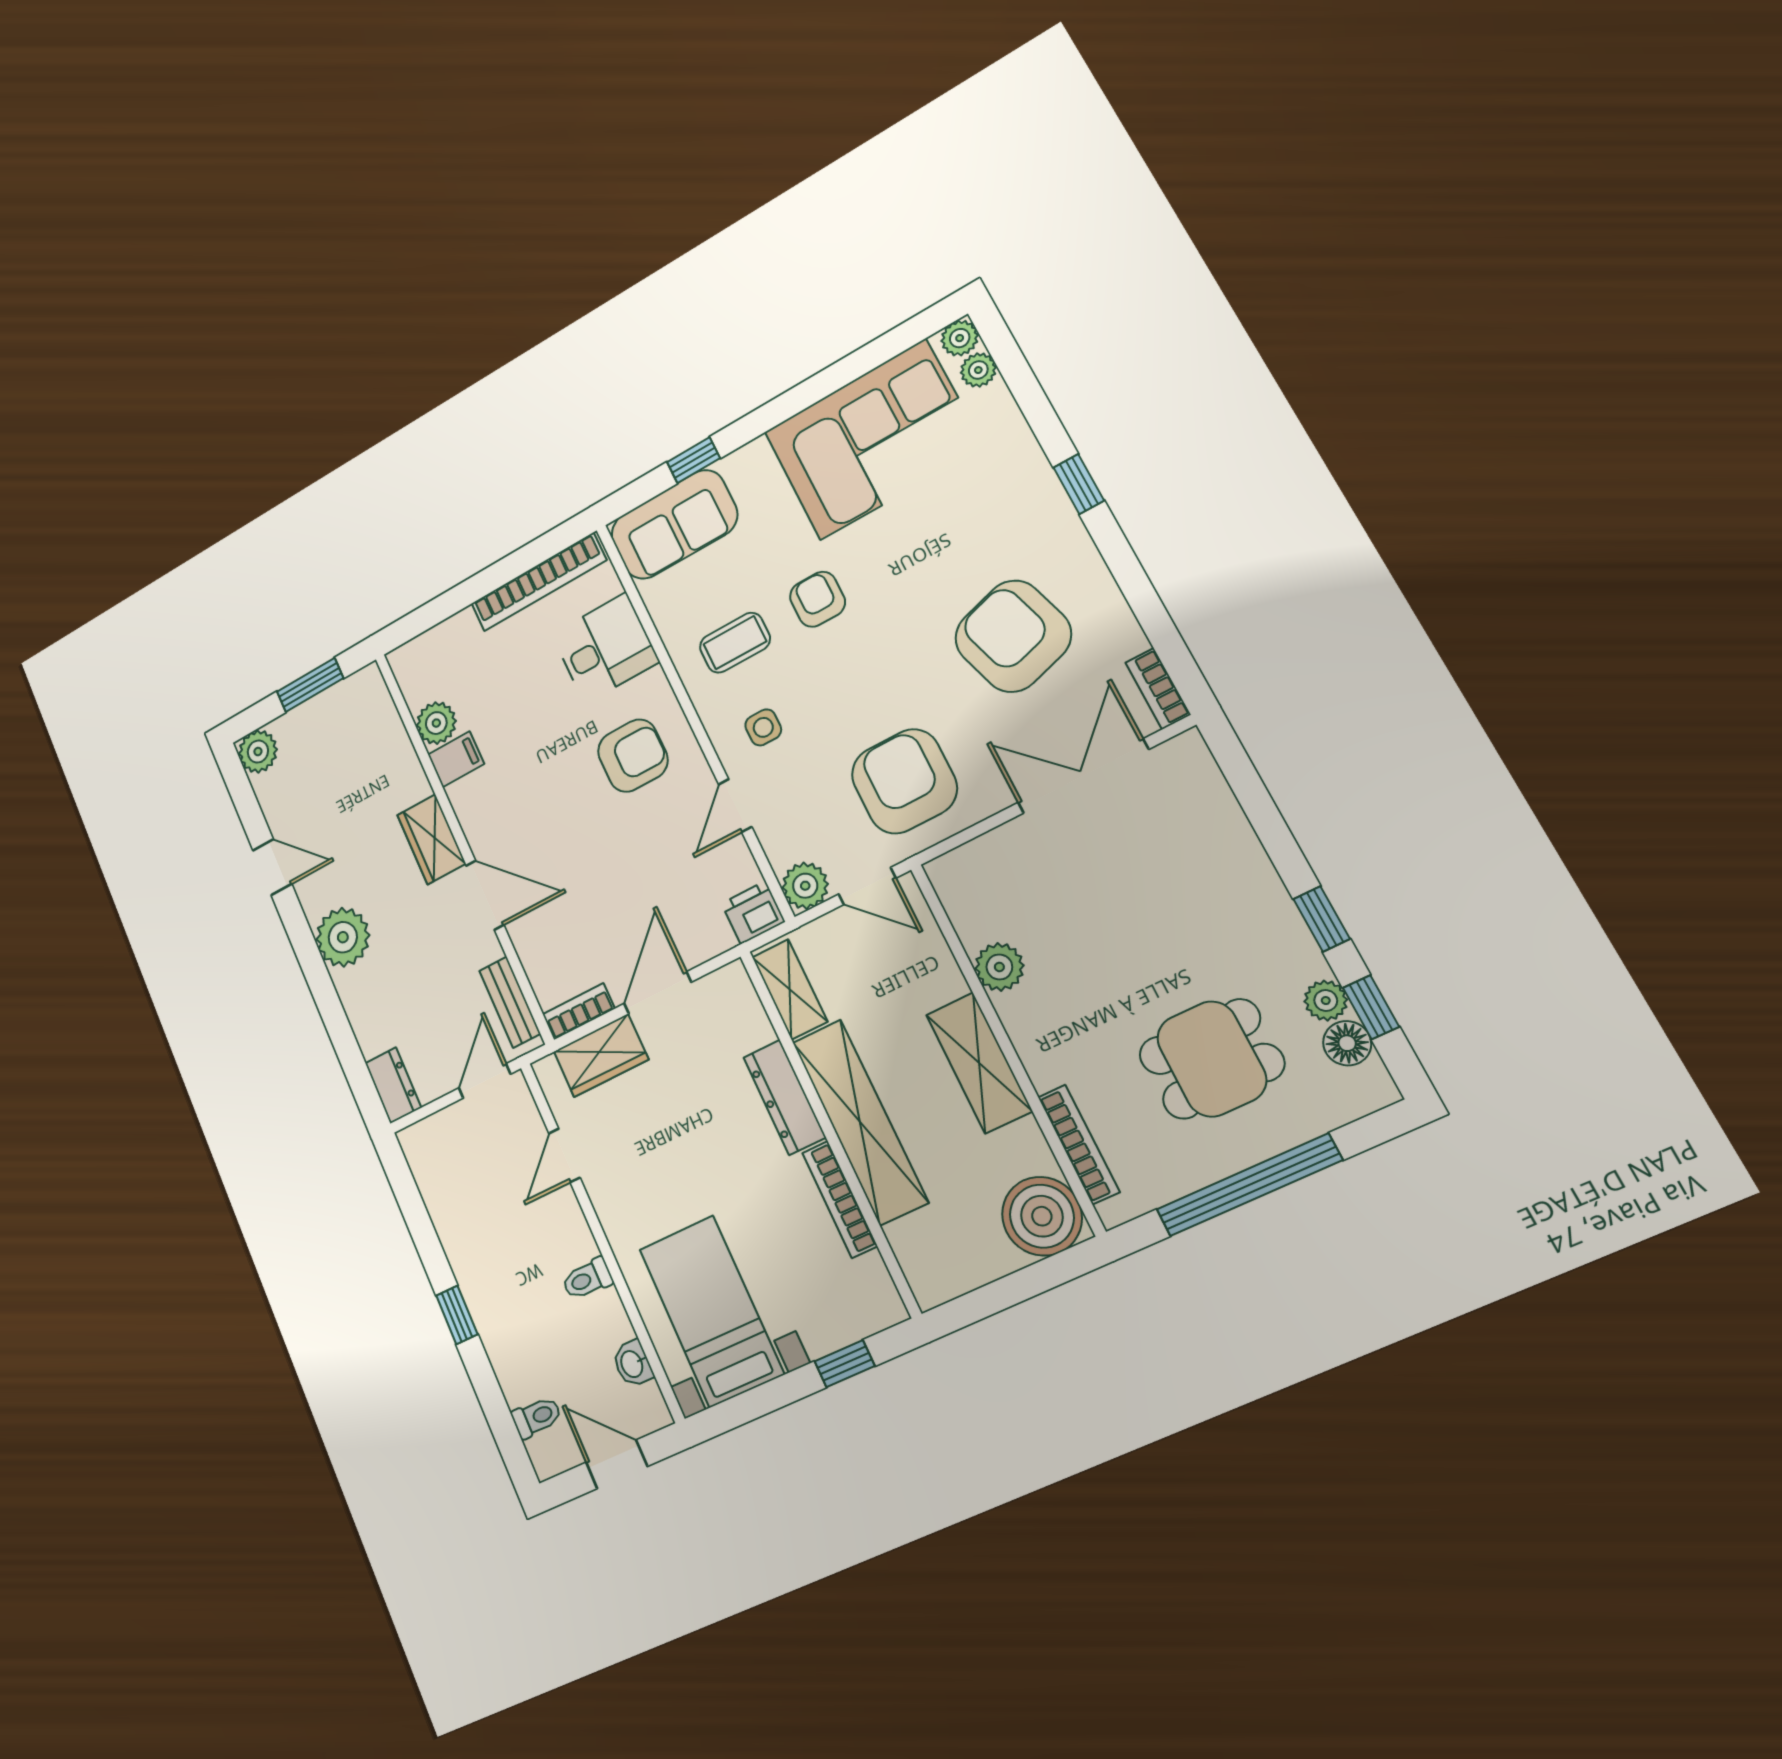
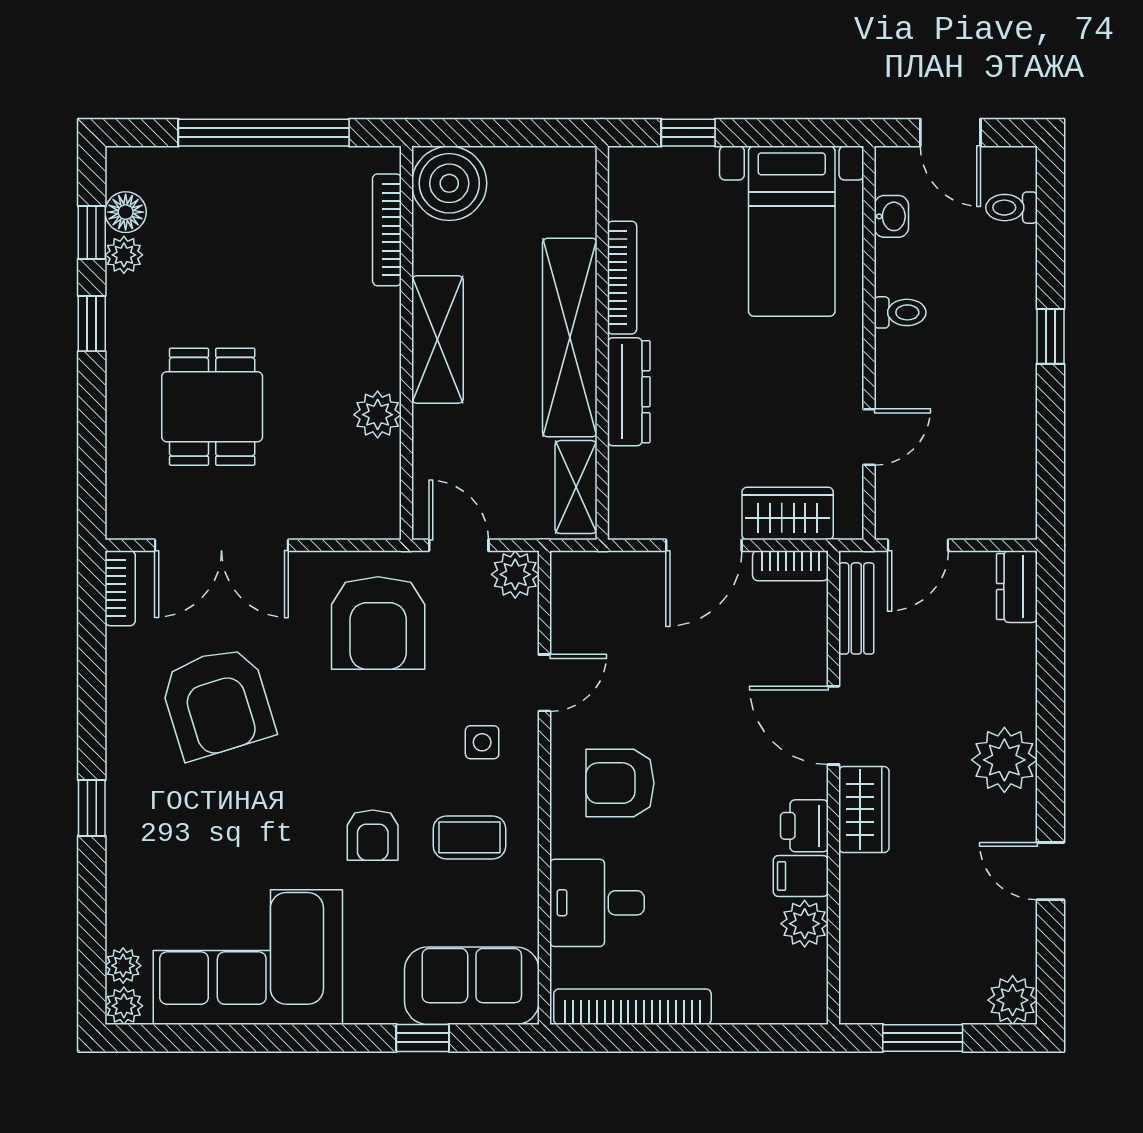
printer: (753, 913) -> (804, 826), moved, turned 90
dining table: (1211, 1059) -> (212, 407), moved, turned 90

